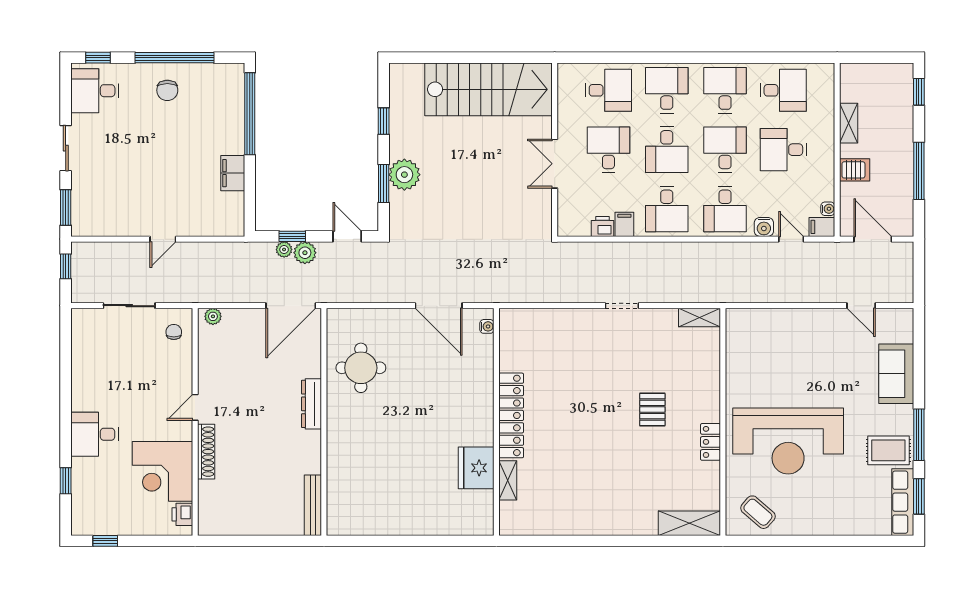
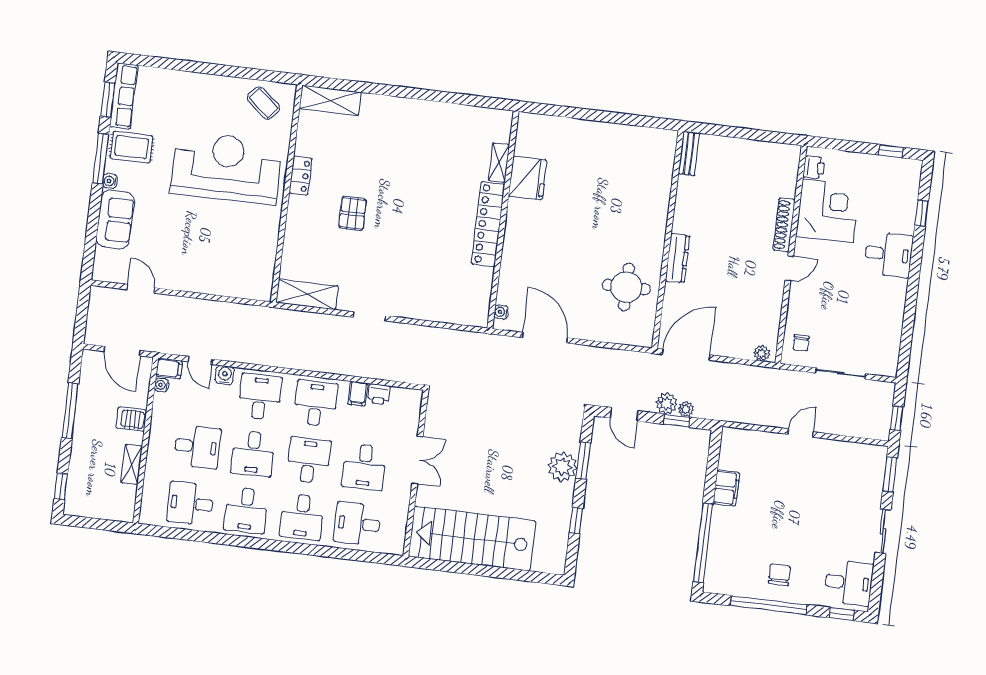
shelving: (699, 317) -> (307, 294), width x1.50, depth x1.33
water cooler: (906, 413) -> (110, 181), added
bench: (313, 505) -> (689, 153), width x0.73

